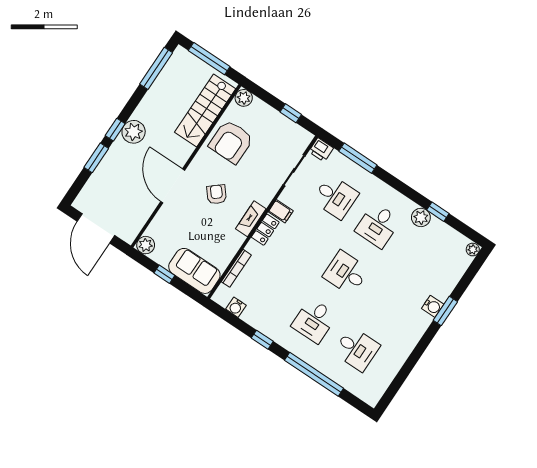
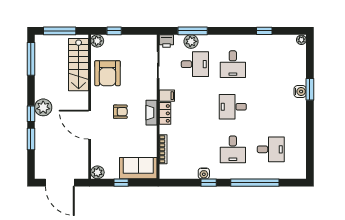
window: (291, 113) -> (114, 31), moved
armchair: (217, 194) -> (120, 112), turned 130
plant: (421, 217) -> (191, 41), moved
water cooler: (236, 307) -> (204, 173), moved

